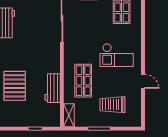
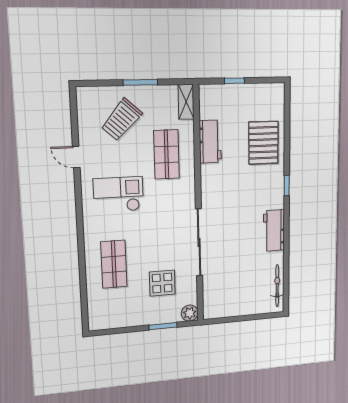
trolley: (112, 105) -> (122, 120), turned 132

